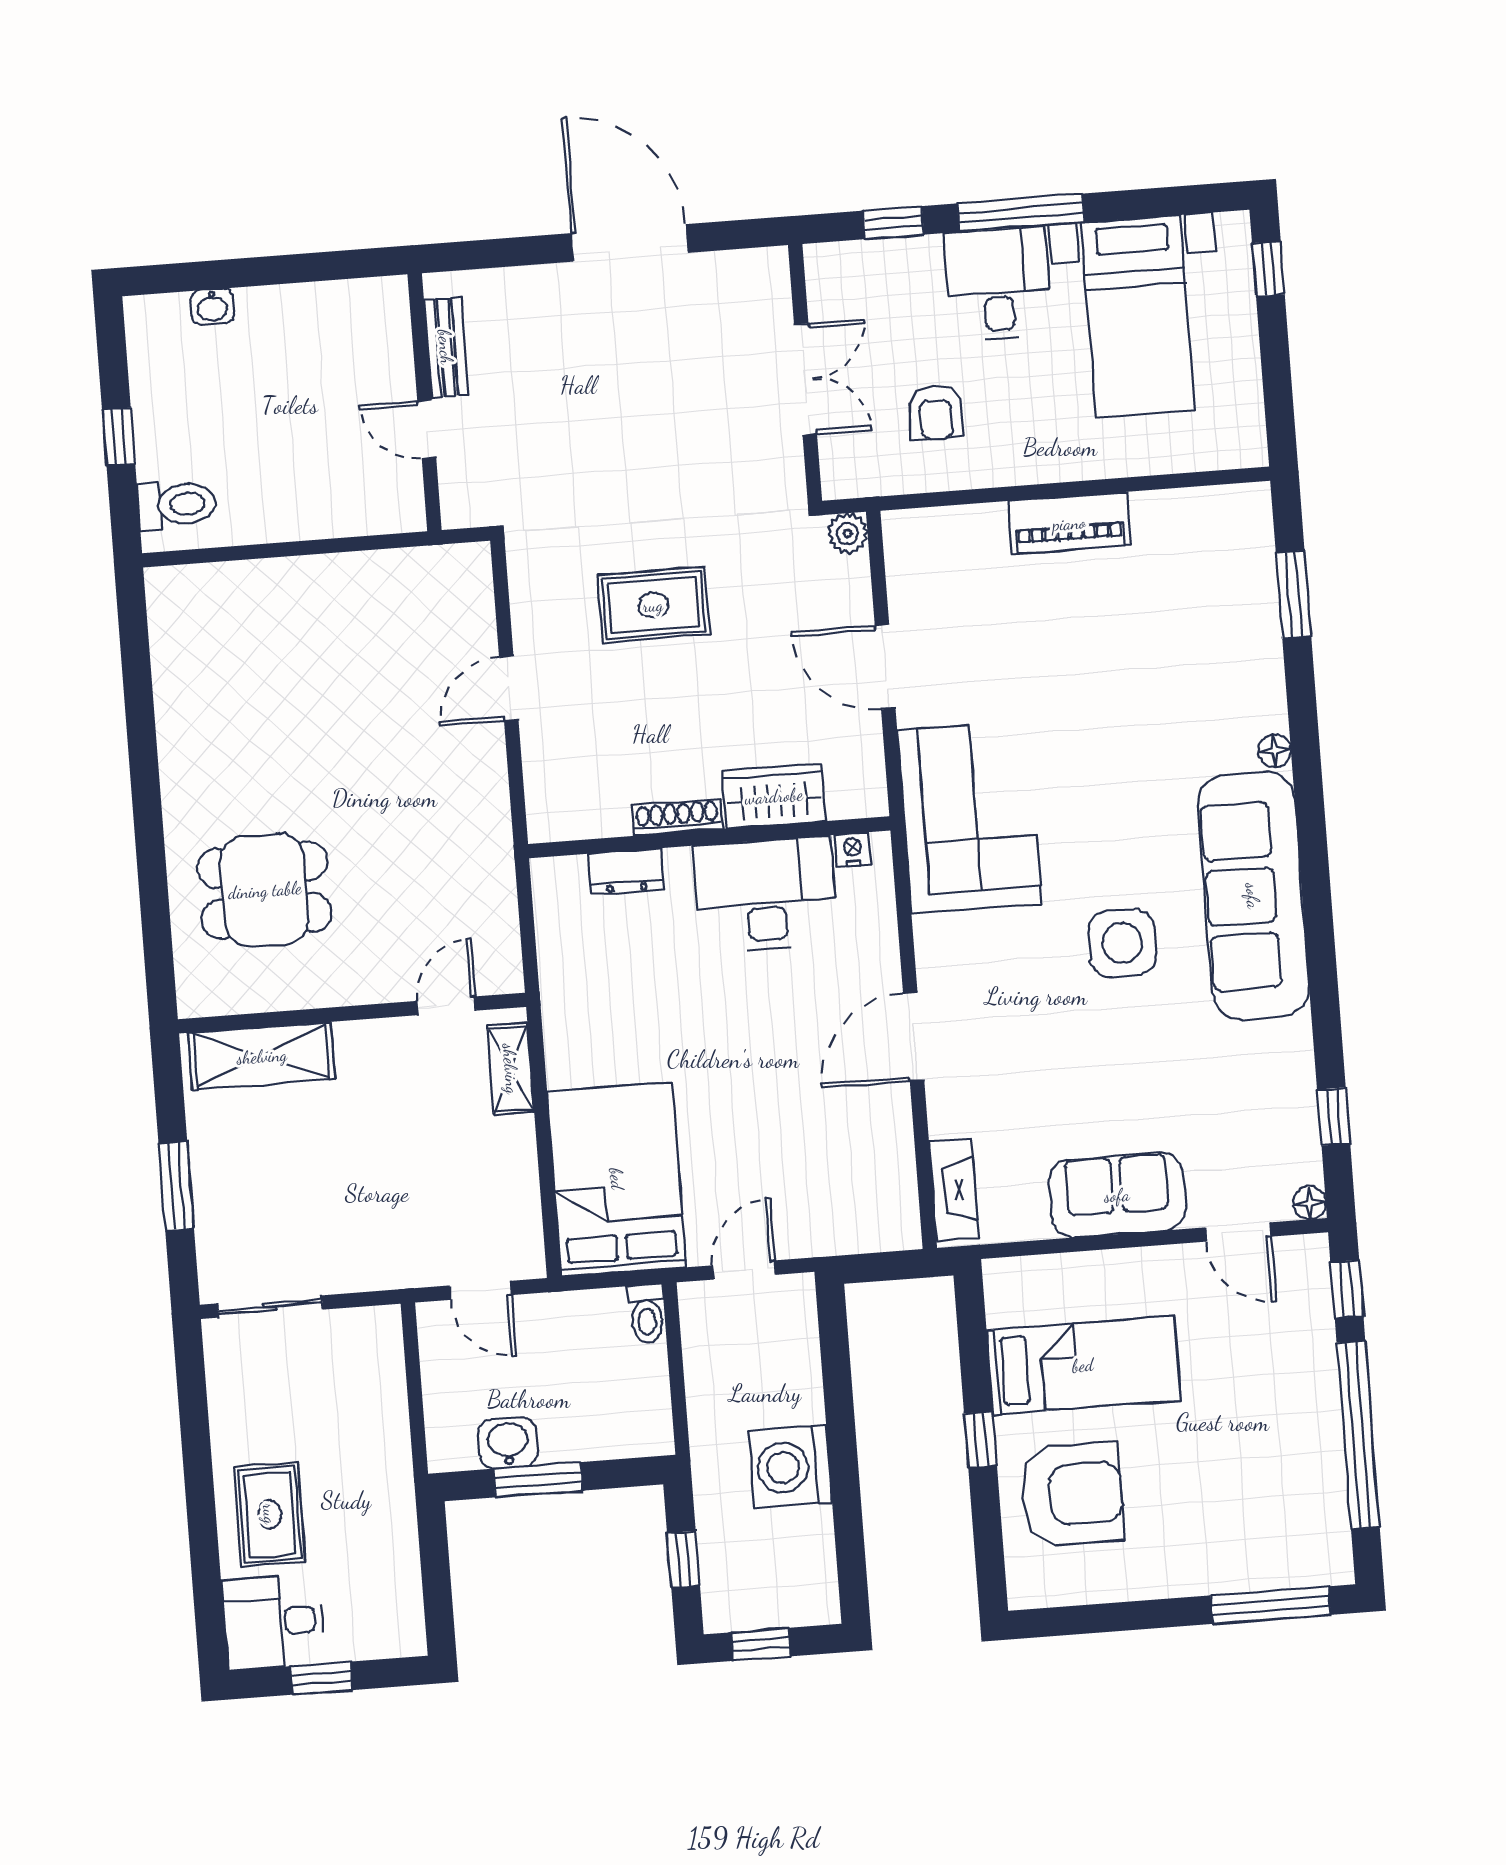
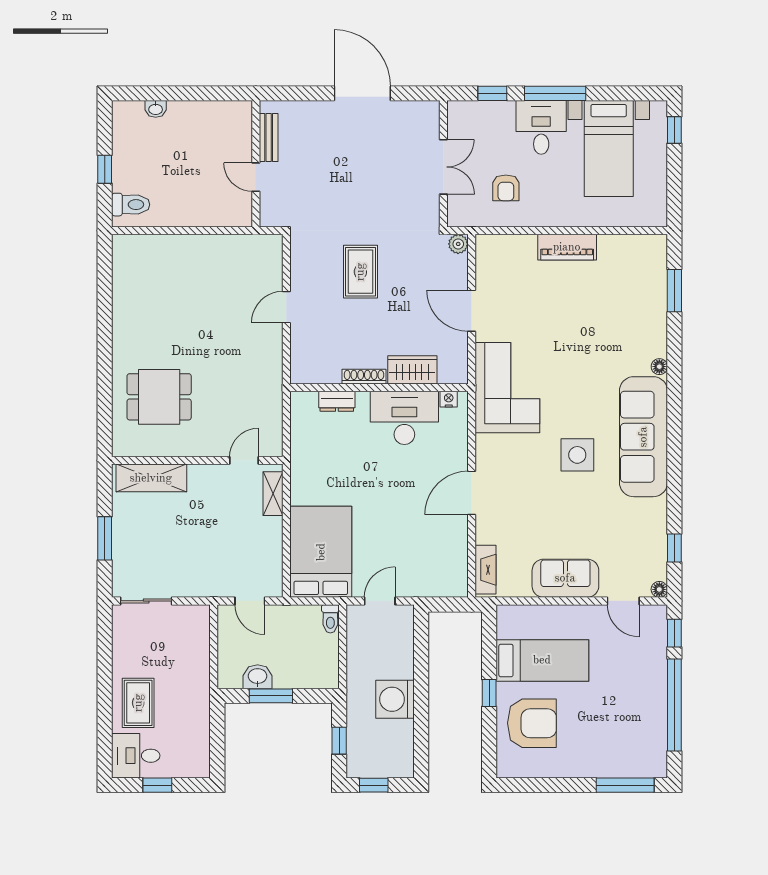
rug: (653, 605) -> (360, 272), turned 90

